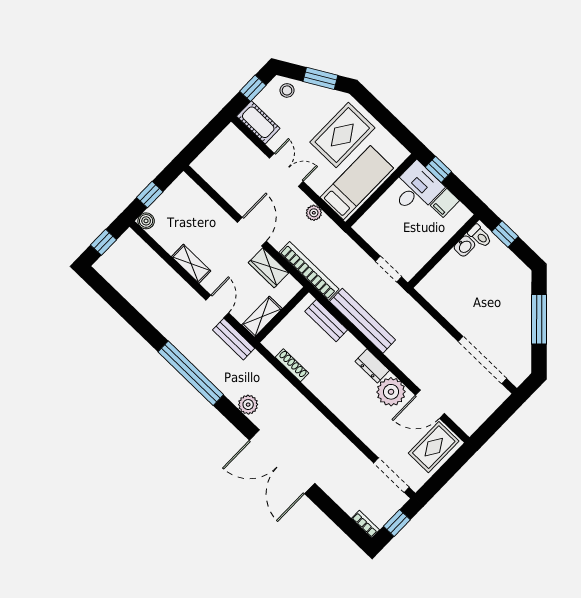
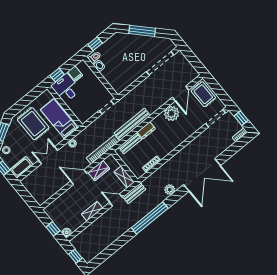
dresser: (372, 366) -> (146, 130), moved

